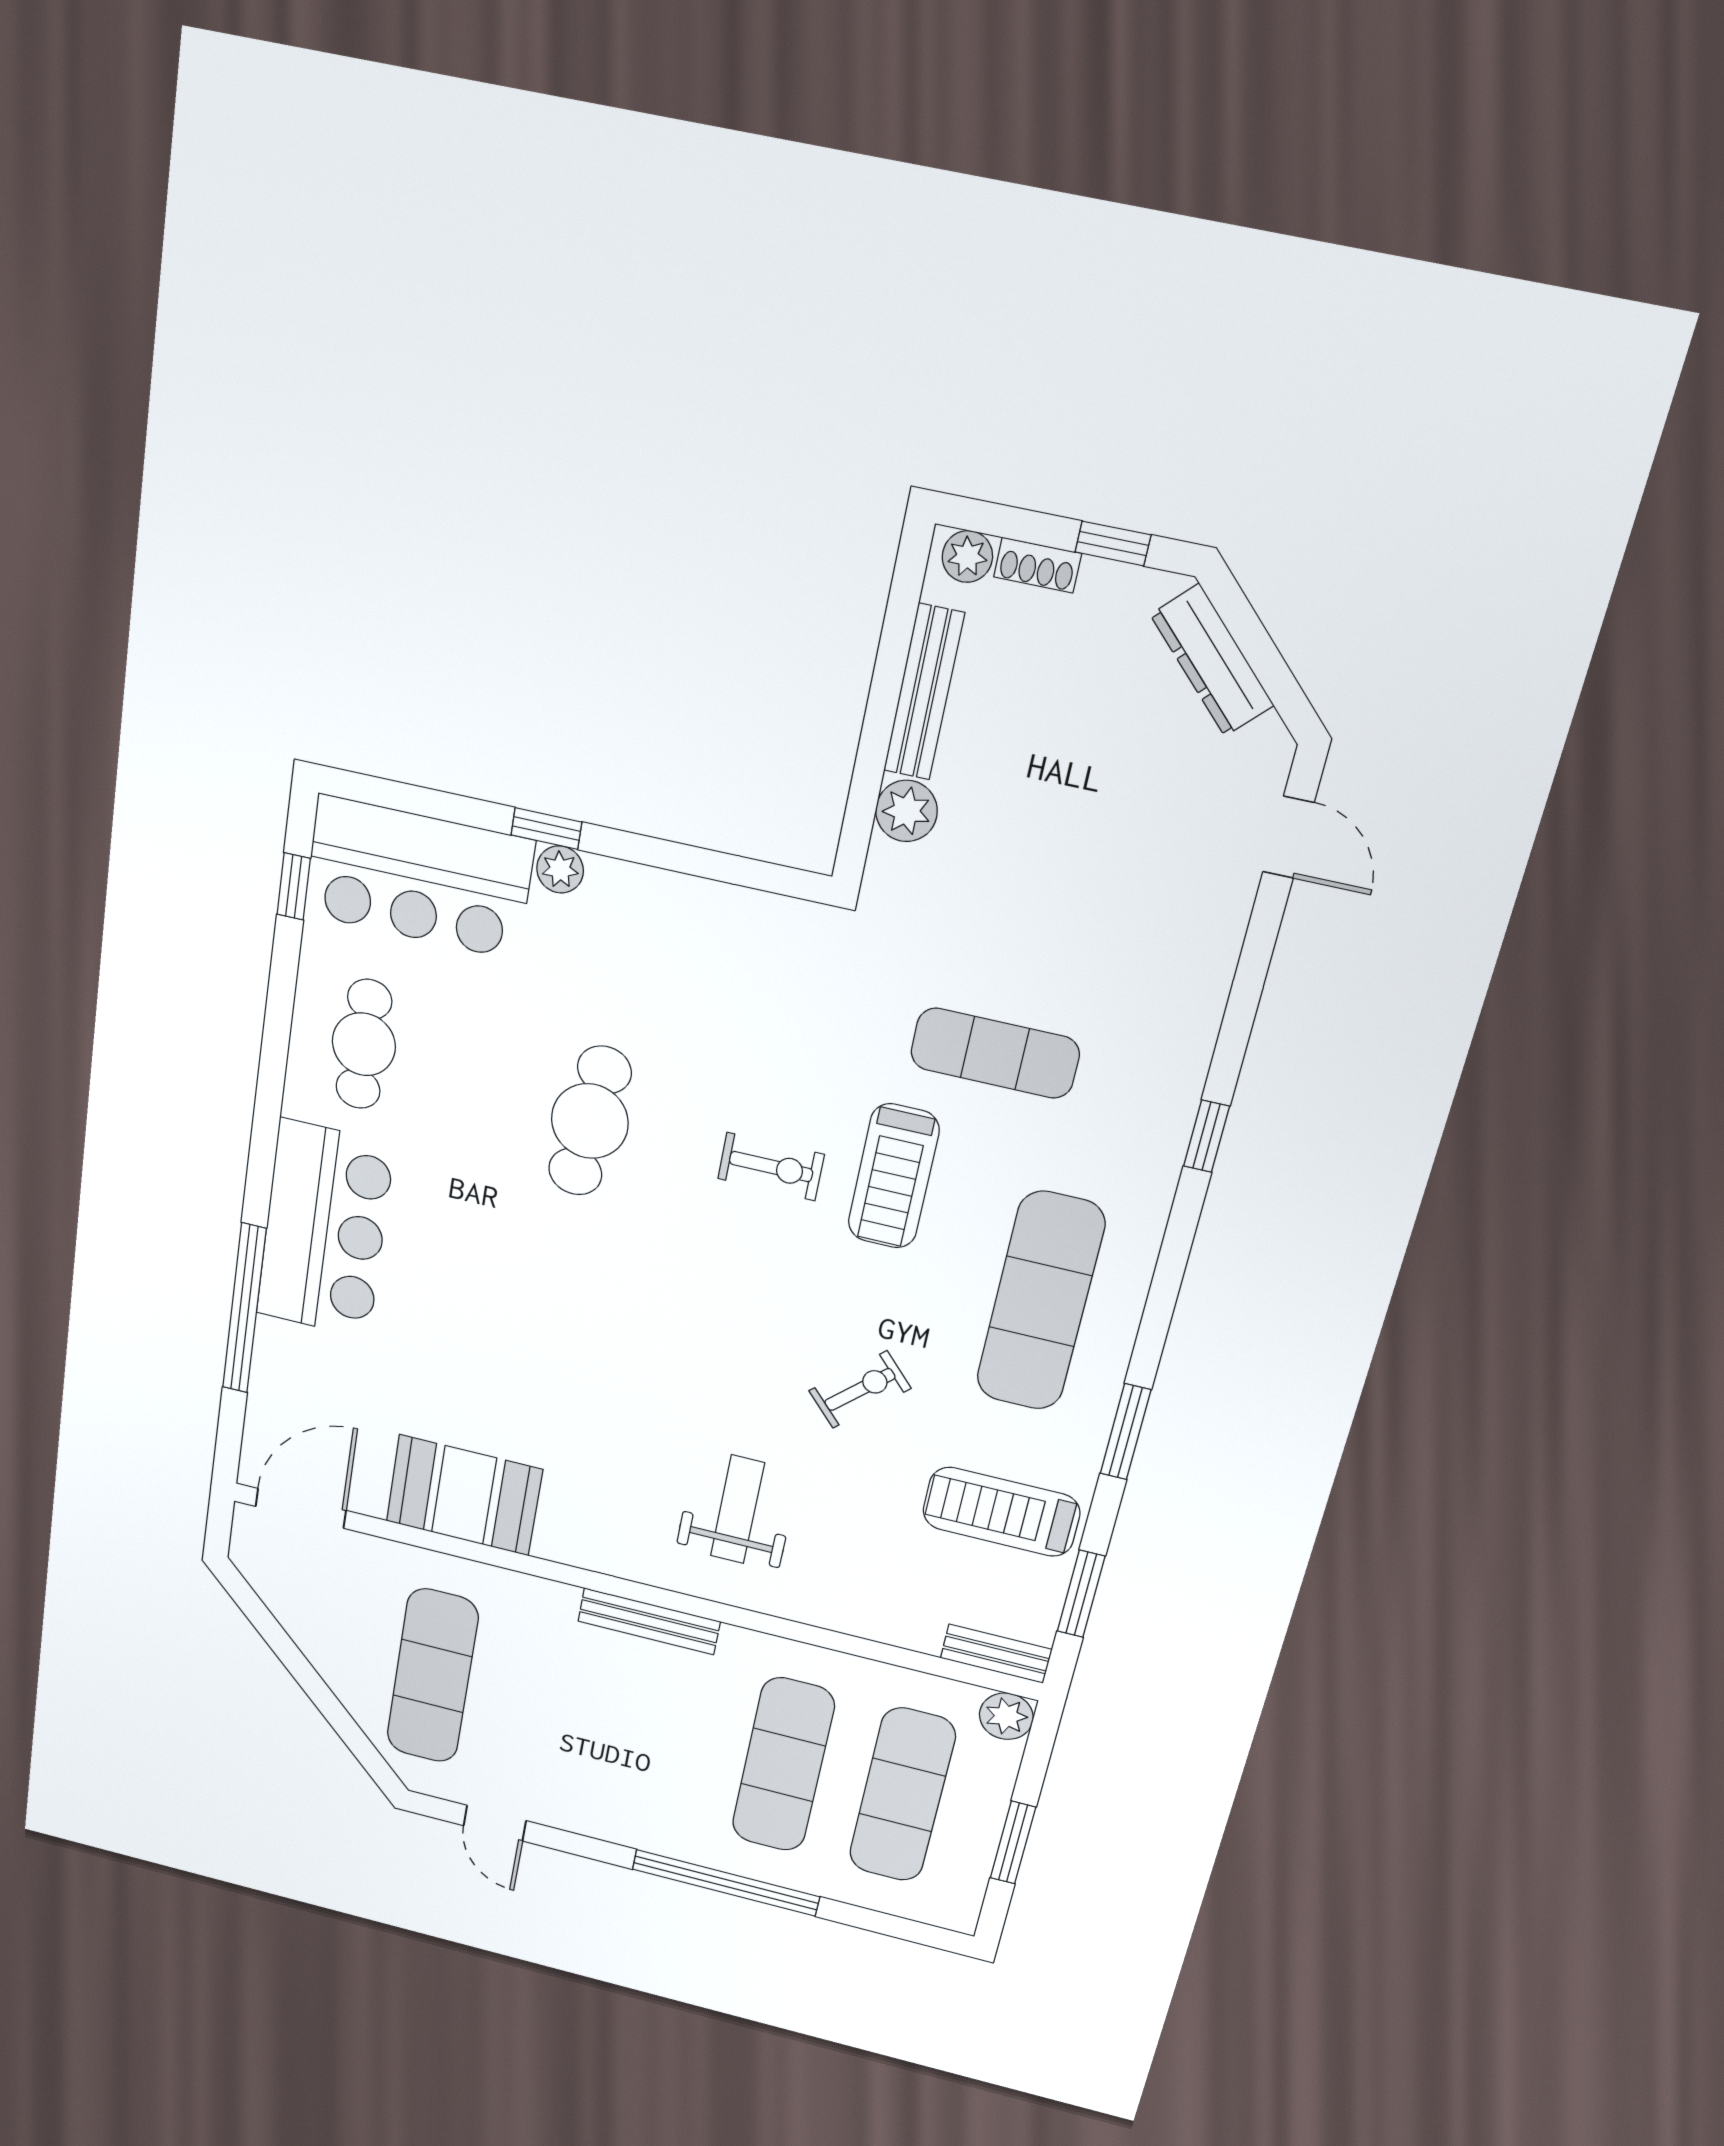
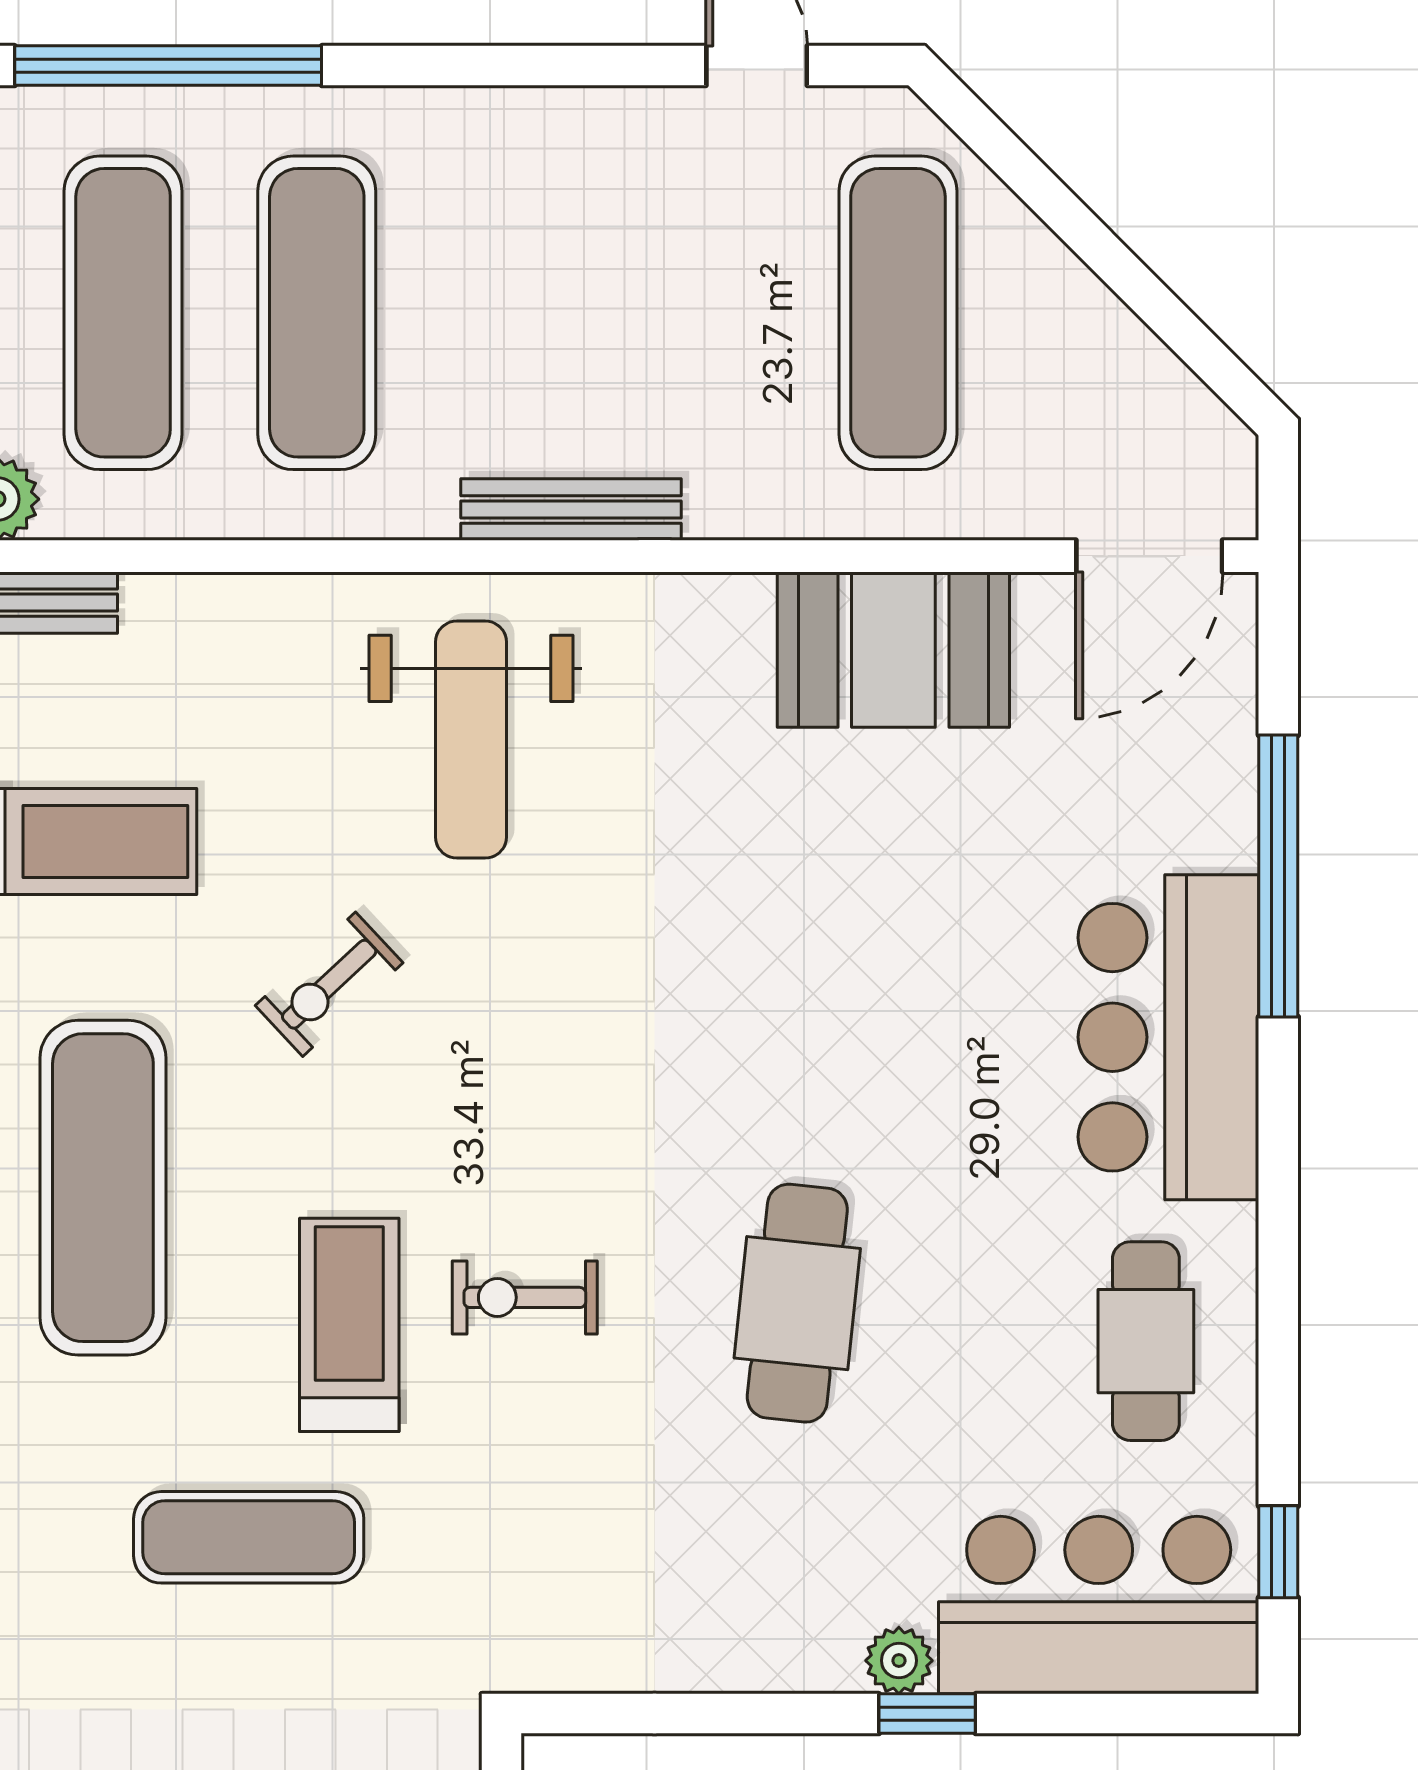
weight bench: (737, 1509) -> (471, 740), width x1.36, depth x1.33
window: (726, 1883) -> (168, 66), moved

